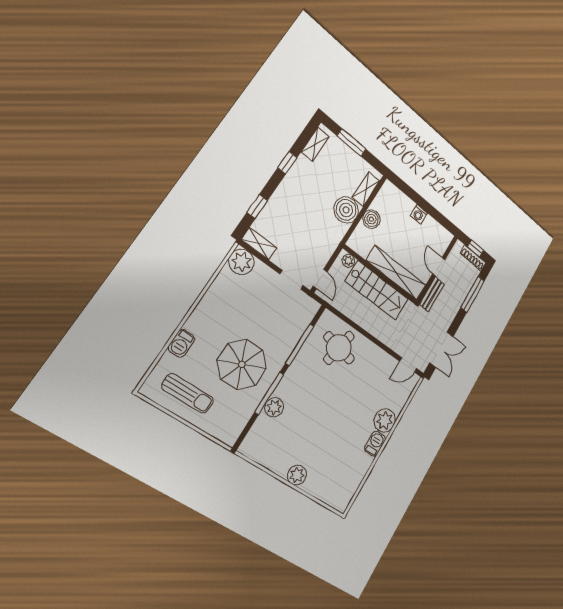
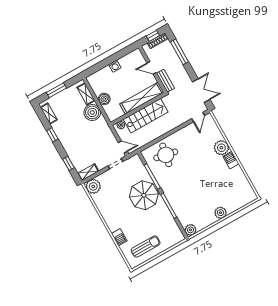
parasol: (242, 364) -> (144, 195), moved
plant: (274, 407) -> (190, 230), moved

